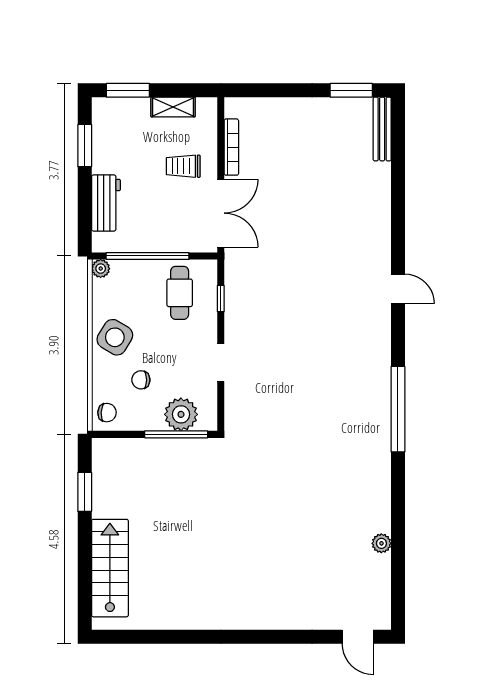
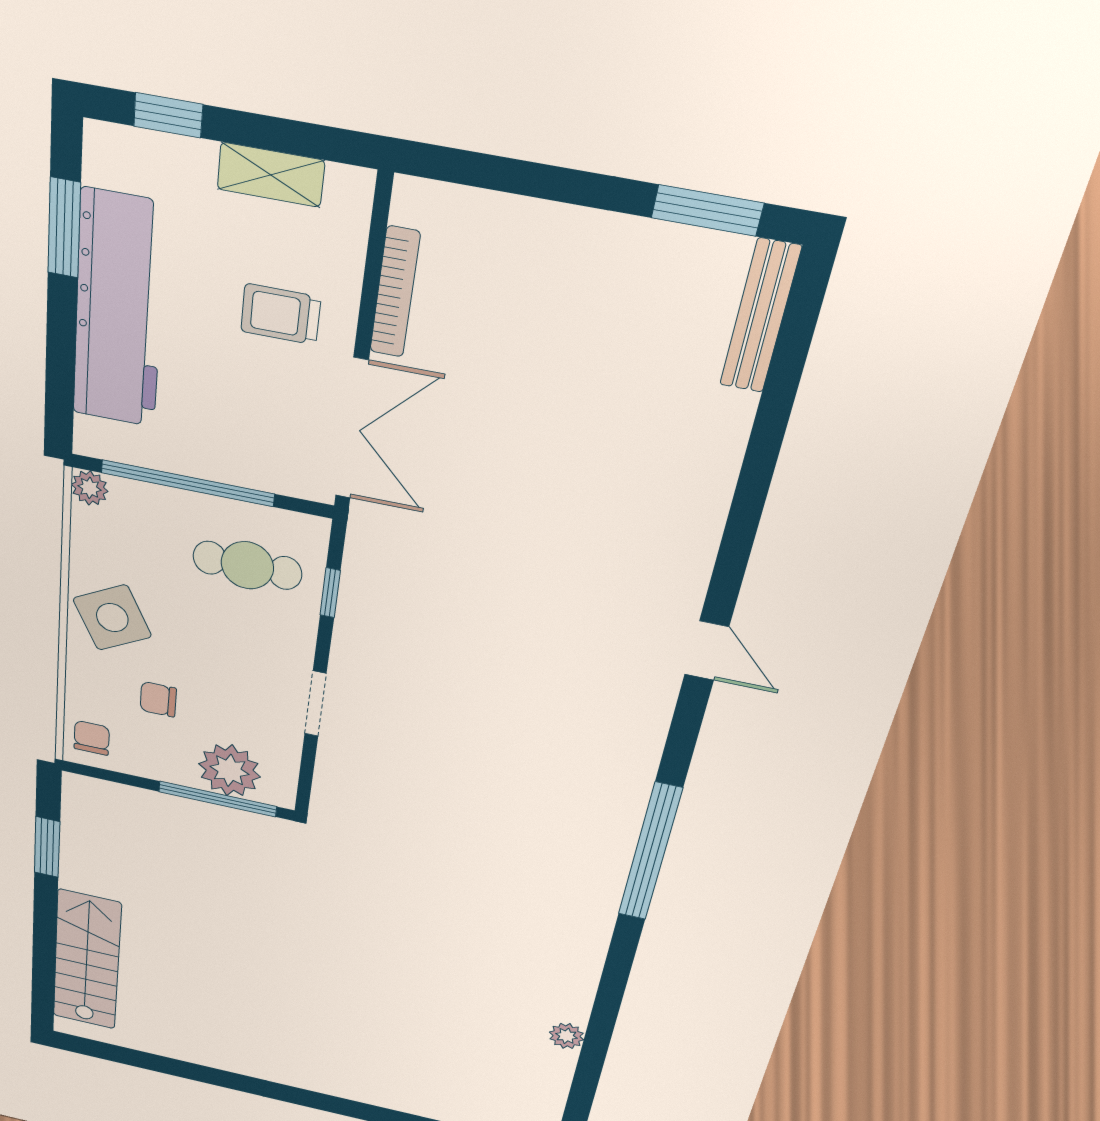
window: (128, 90) -> (168, 115), width x0.67
workbench: (106, 203) -> (119, 311), width x1.88, depth x1.32
cafe table: (180, 293) -> (247, 565), turned 90
side table: (115, 337) -> (112, 618), turned 31
chair: (107, 413) -> (92, 738), turned -93

